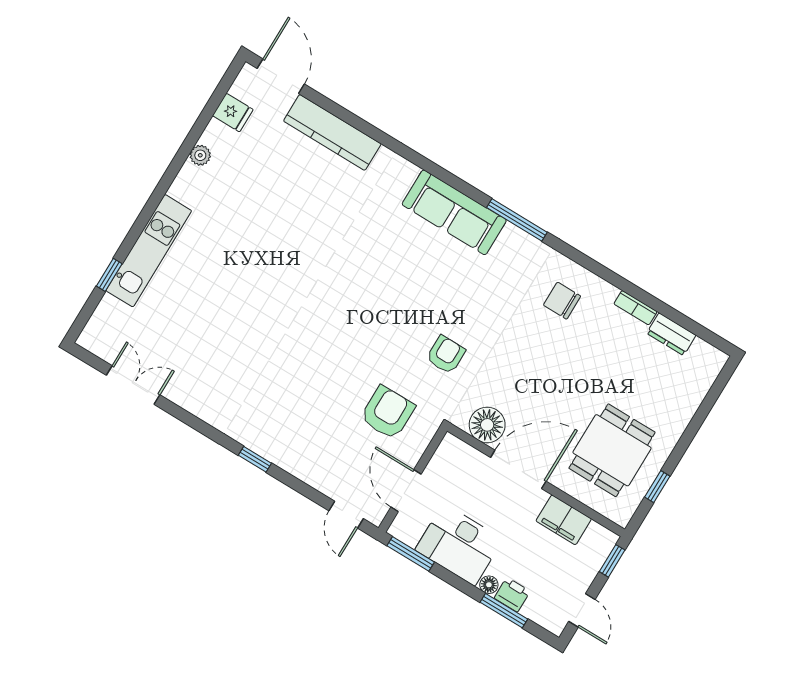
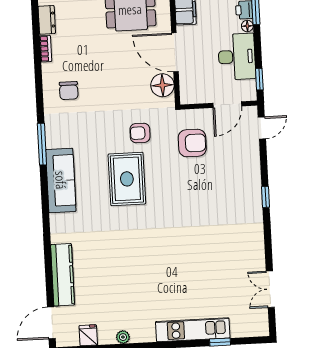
rug: (399, 298) -> (127, 179), added
armchair: (388, 413) -> (192, 143), turned 180
window: (411, 554) -> (259, 79), width x0.67

